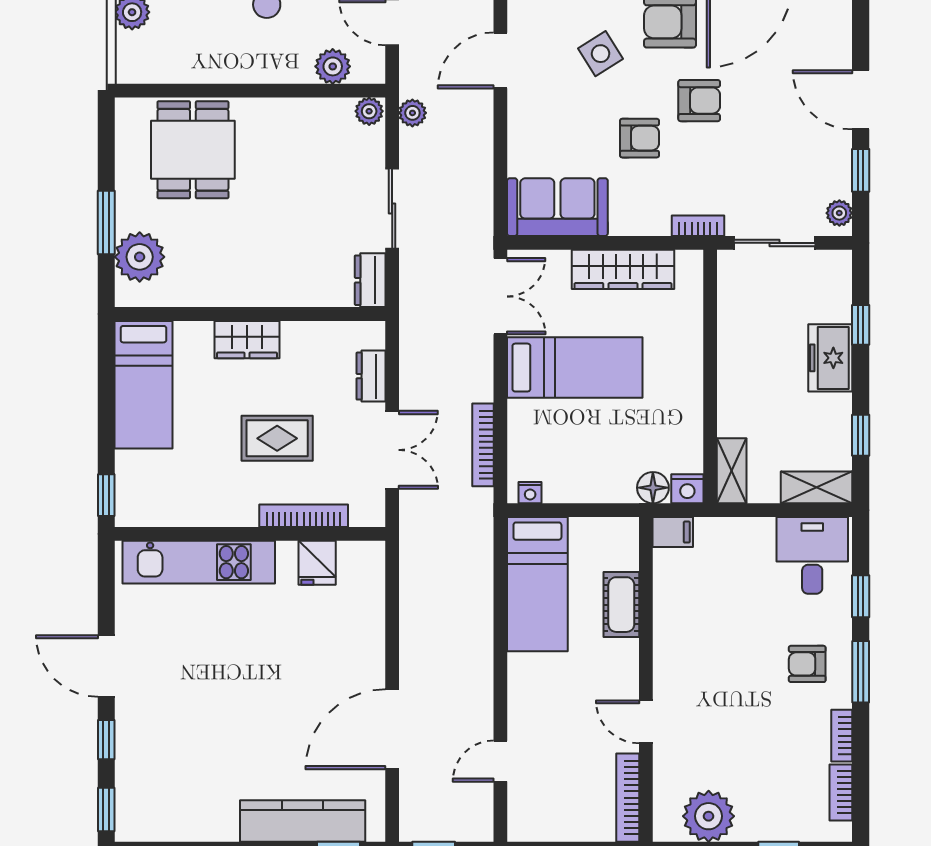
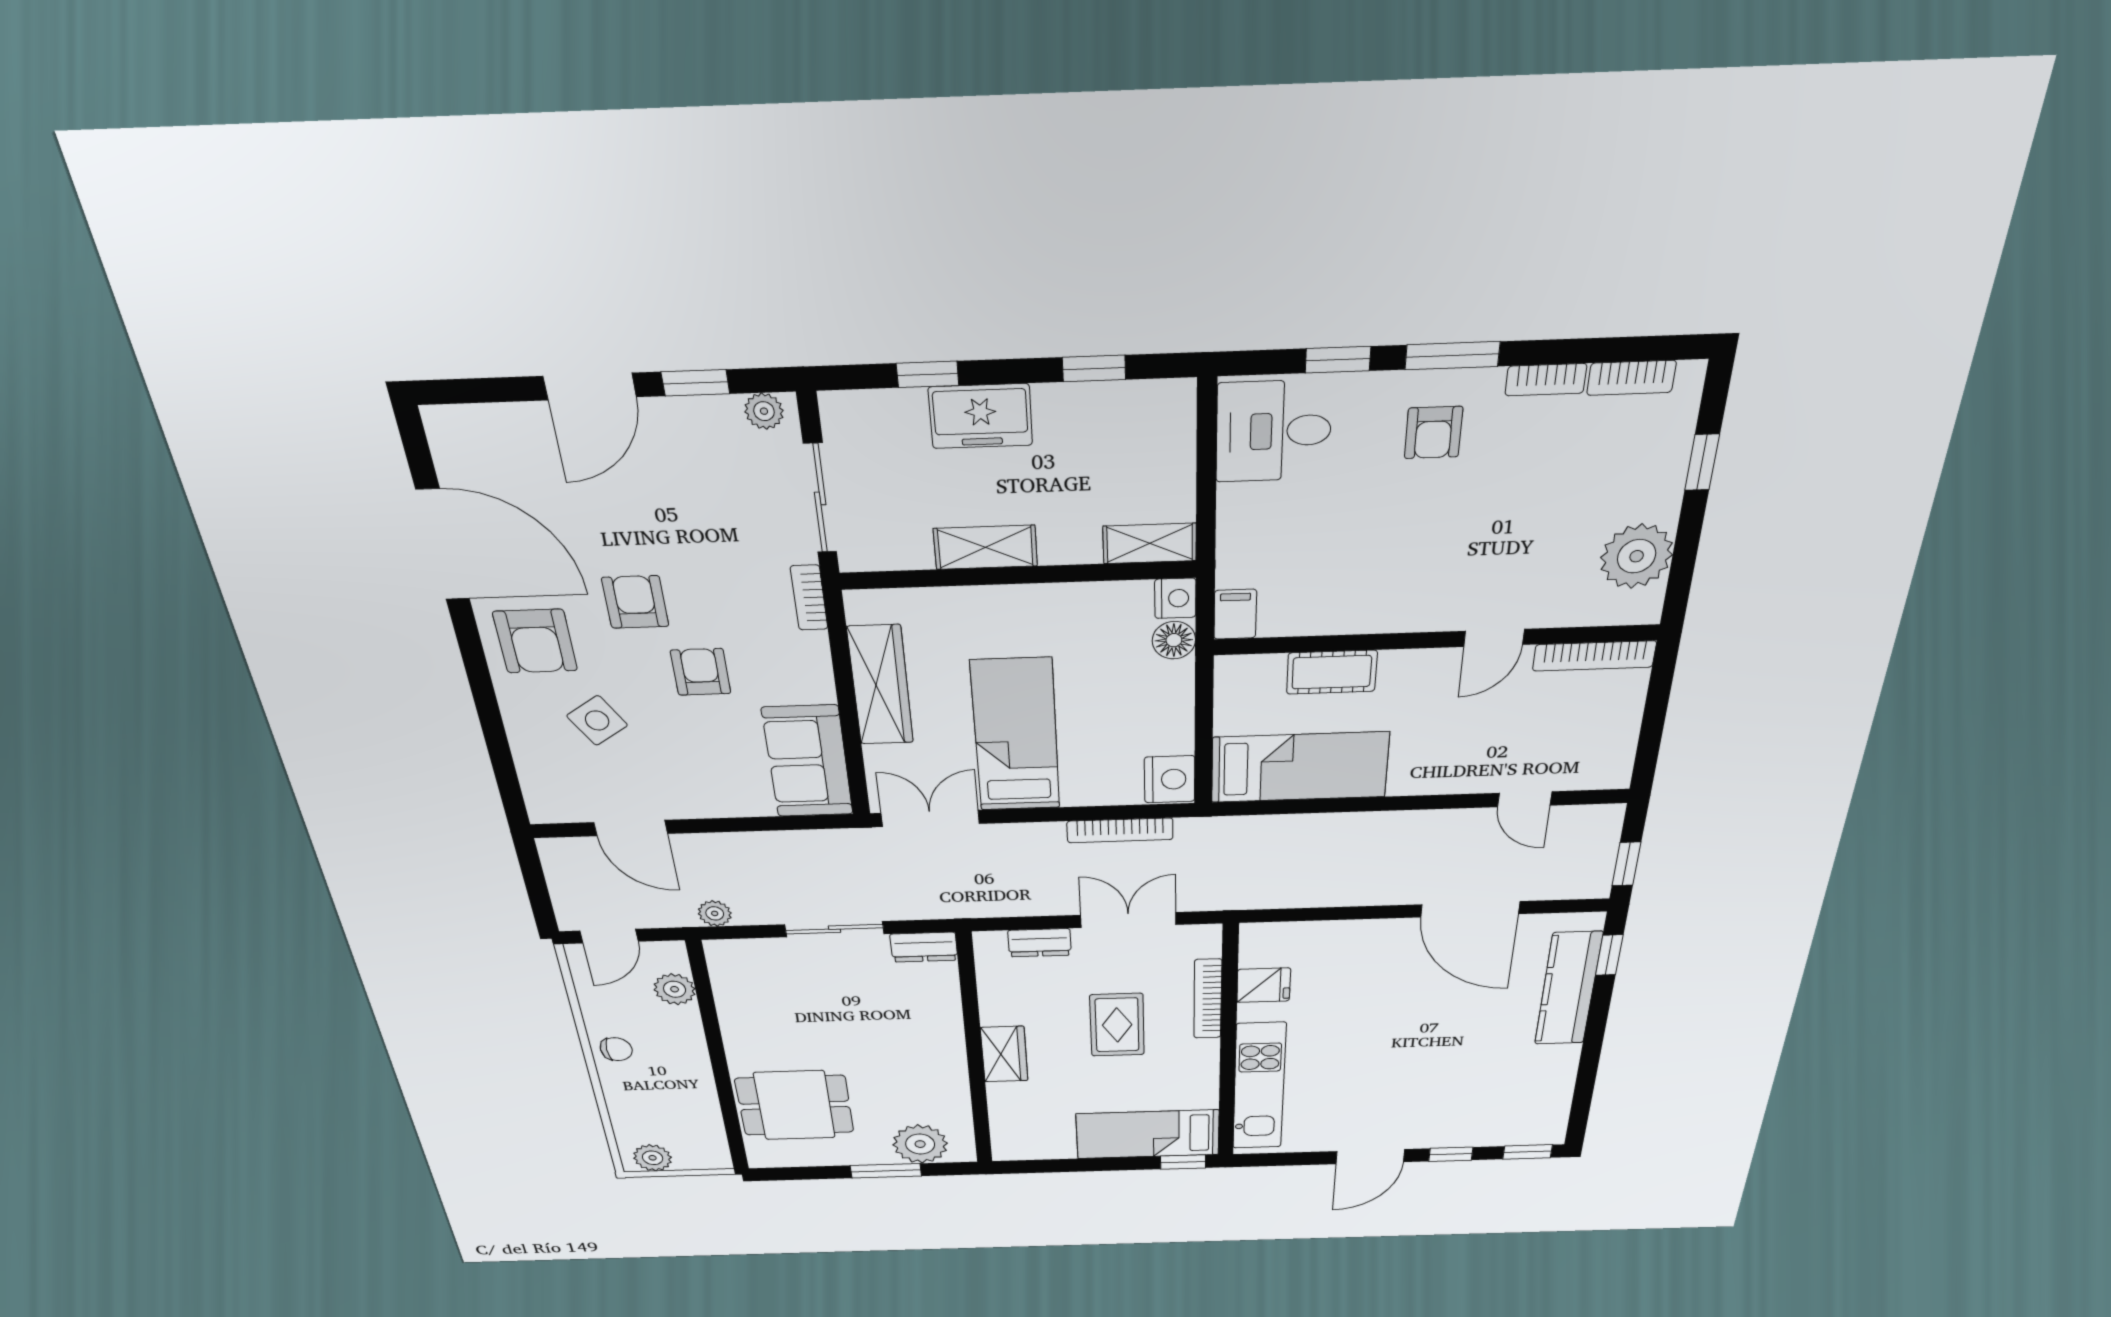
plant: (369, 111) -> (721, 954), removed
bed: (143, 385) -> (1148, 1134), moved, turned 180
shelving: (816, 487) -> (985, 547), moved, turned 90
nightstand: (530, 493) -> (1170, 779), width x1.89, depth x1.79

